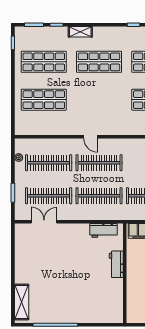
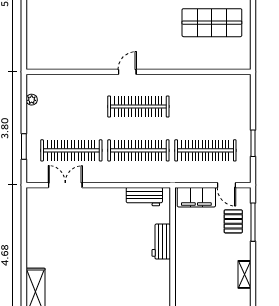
shop shelf: (44, 100) -> (65, 23), removed
door: (91, 137) -> (127, 72), swing flipped
clothes rail: (49, 163) -> (71, 107), removed

